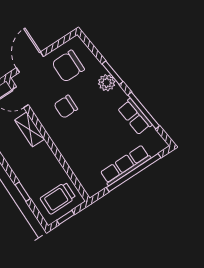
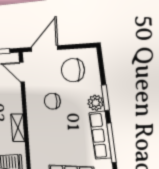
row of seats: (135, 117) -> (100, 136), width x1.48
shelving: (30, 129) -> (18, 128), moved

